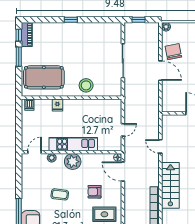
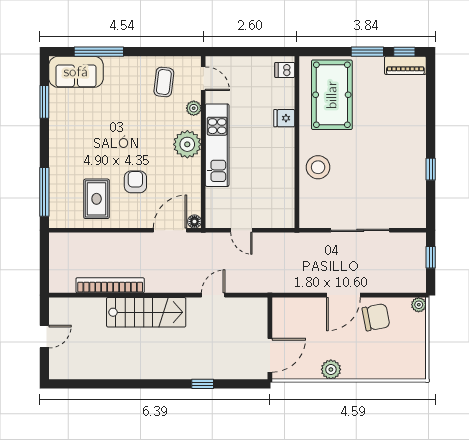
window: (71, 20) -> (431, 169), moved
coffee table: (60, 194) -> (164, 82), moved

